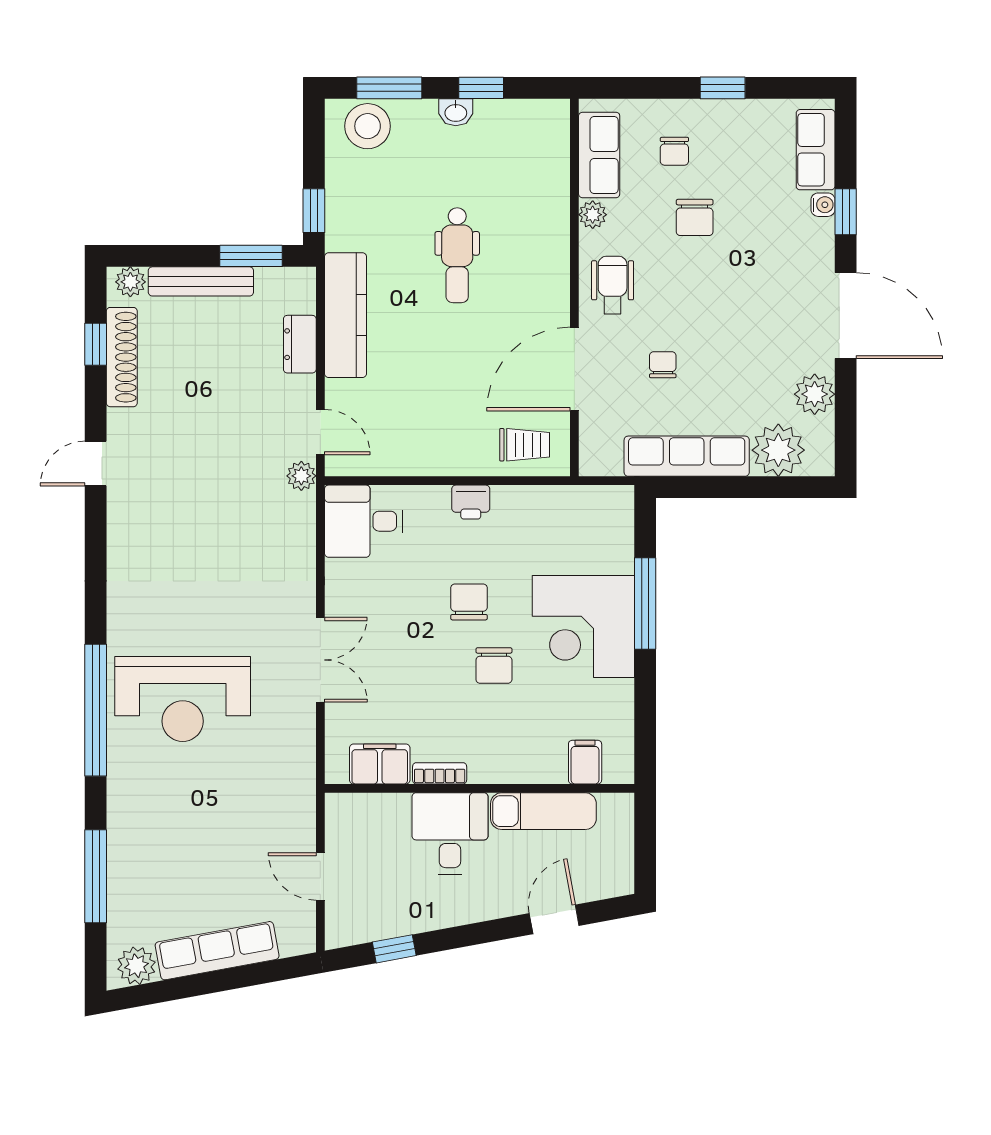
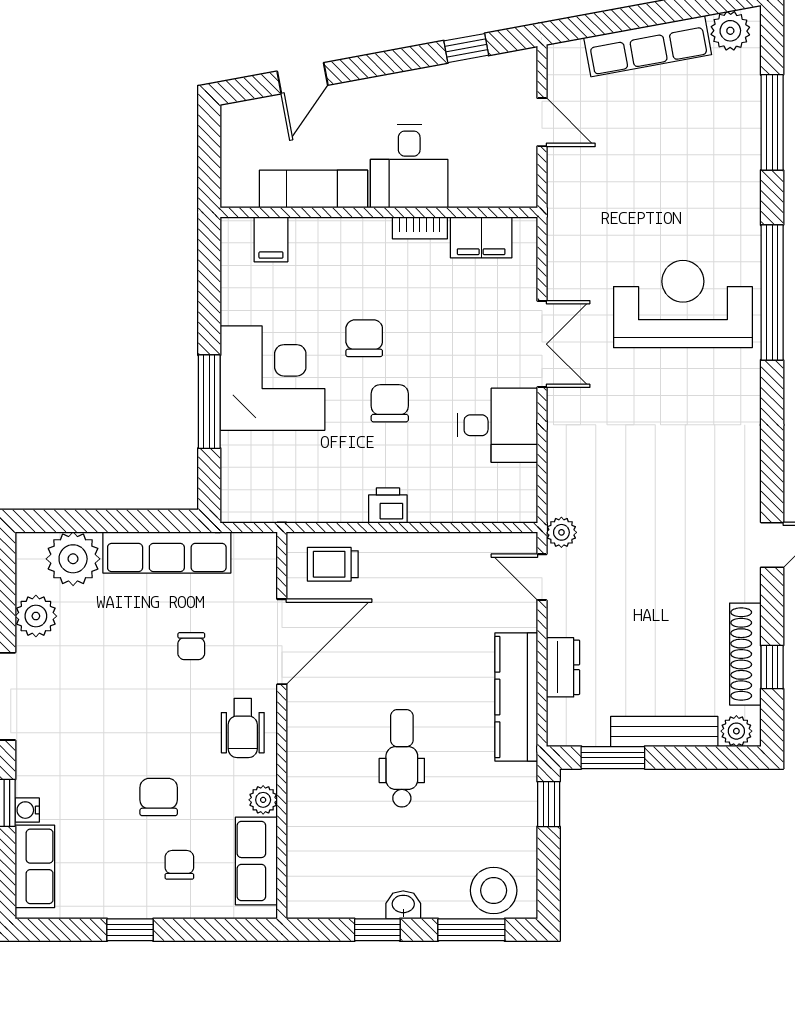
desk: (364, 521) -> (498, 425), moved
chair: (469, 602) -> (390, 403), turned 180
double door: (320, 660) -> (542, 344), swing flipped

